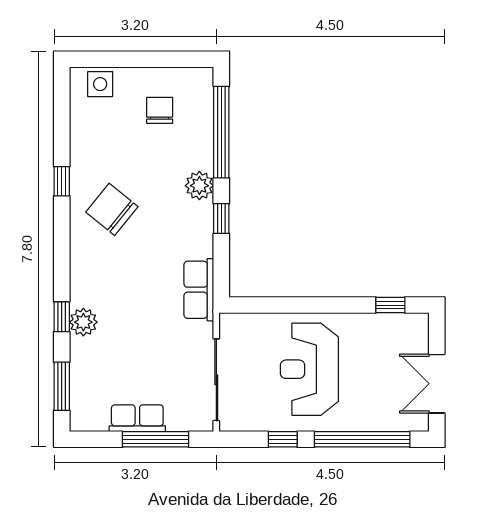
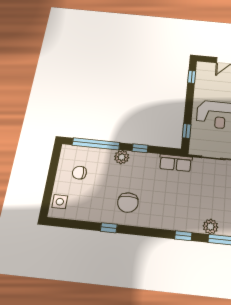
chair: (112, 209) -> (128, 203), turned -39
window: (267, 305) -> (187, 131), added
plant: (83, 322) -> (210, 227), moved

